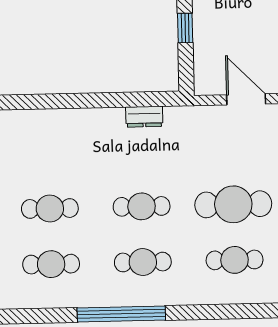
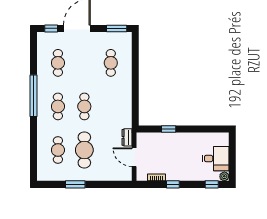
door: (246, 99) -> (134, 157), swing flipped
dresser: (144, 117) -> (127, 137), moved
cafe table: (50, 208) -> (111, 63), moved

